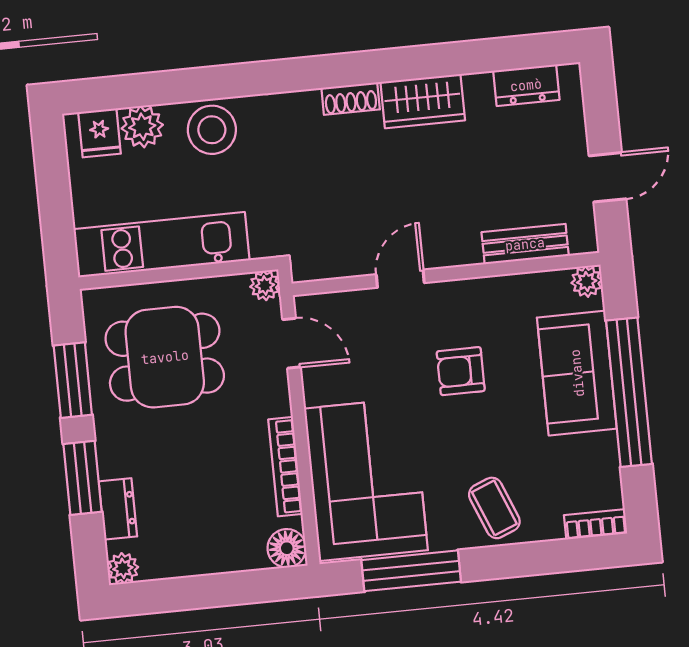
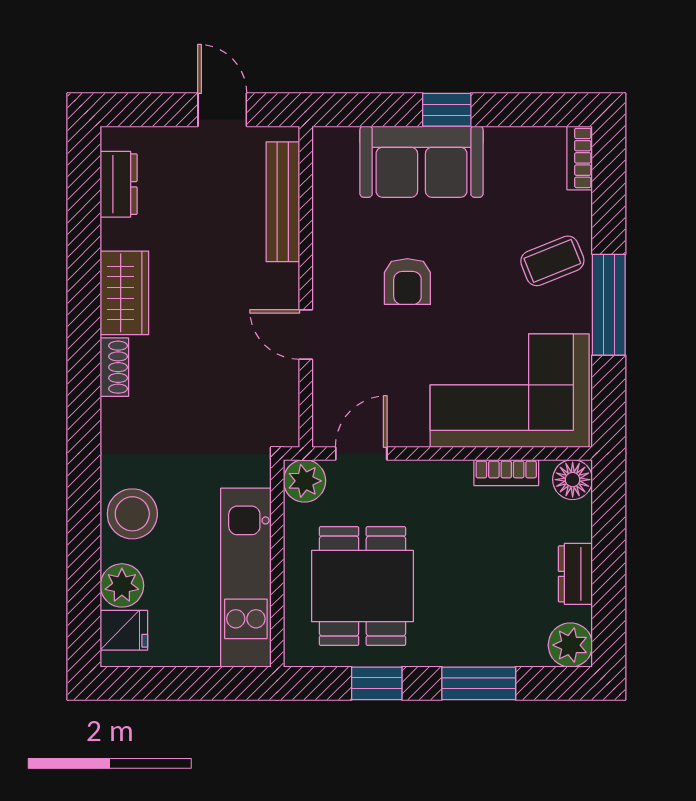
bench: (525, 244) -> (283, 202), width x1.36
plant: (587, 282) -> (328, 142), removed
plant: (265, 285) -> (304, 481), width x1.38, depth x1.38
window: (73, 380) -> (377, 683), width x0.67
window: (629, 392) -> (447, 110), width x0.32
bookcase: (285, 467) -> (506, 473), width x0.64
dresser: (118, 509) -> (575, 574), moved, turned -90
plant: (123, 568) -> (570, 645), width x1.38, depth x1.38
window: (411, 571) -> (609, 305), moved

